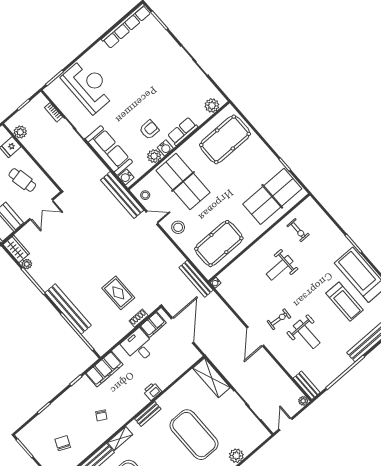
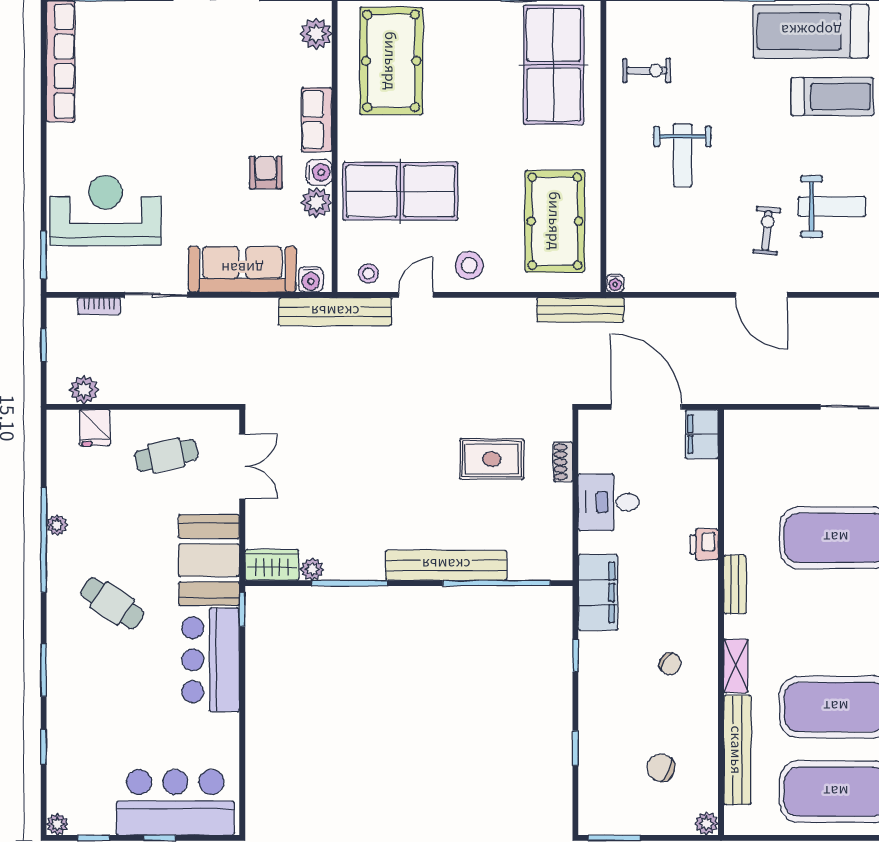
filing cabinet: (153, 325) -> (702, 434), moved, turned 180
shelving: (212, 378) -> (767, 427), removed

